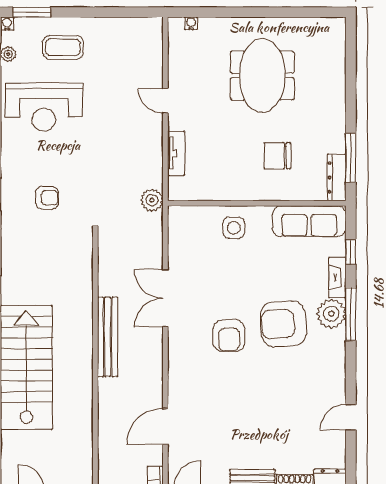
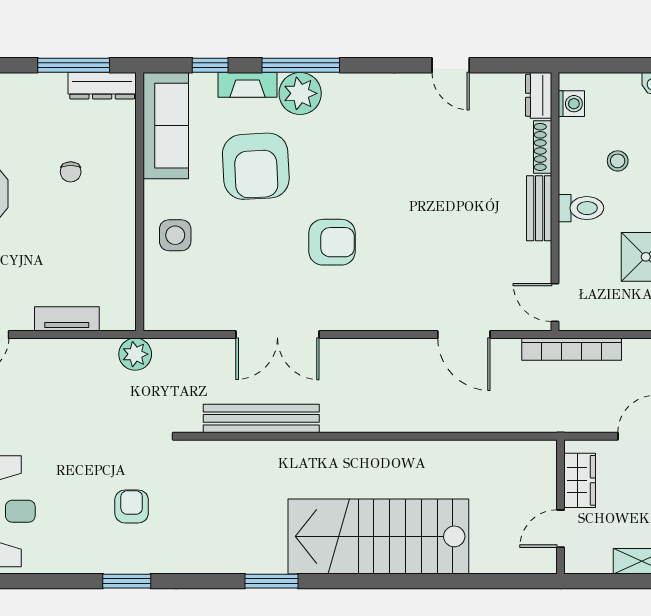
chair: (277, 156) -> (71, 172), width x0.54, depth x0.54
armchair: (283, 324) -> (256, 166), moved
bench: (108, 337) -> (261, 418), moved

